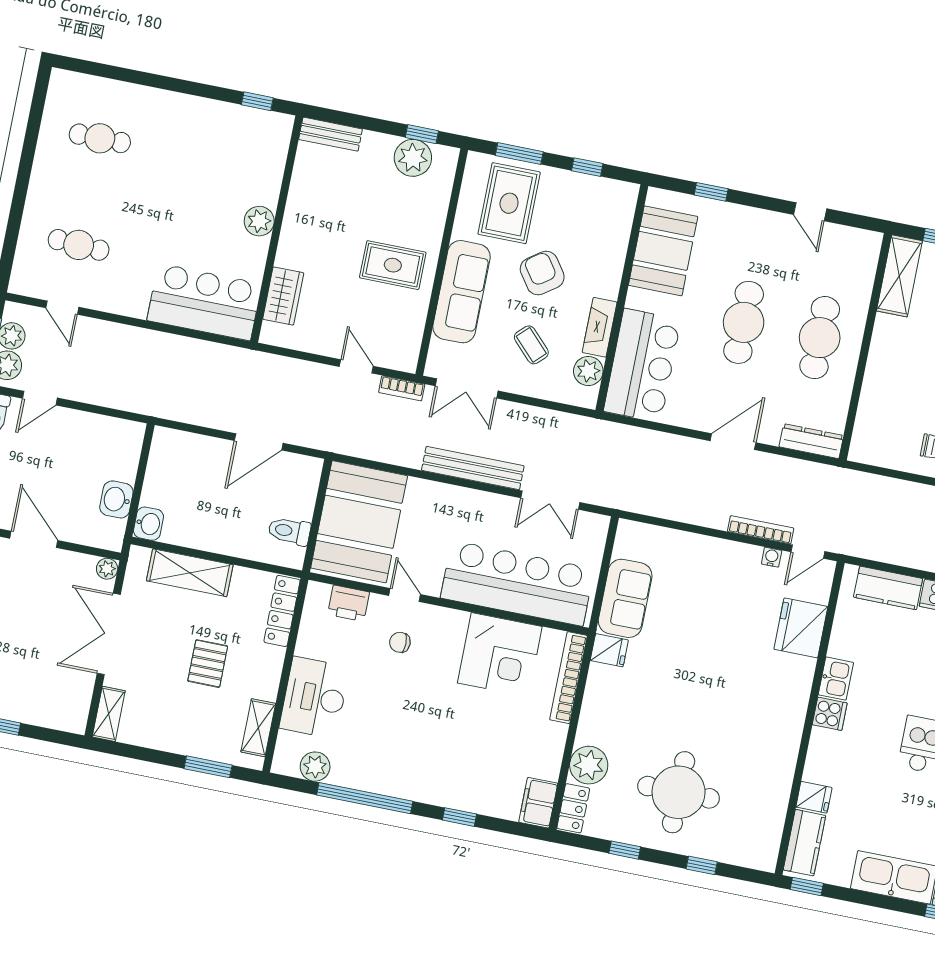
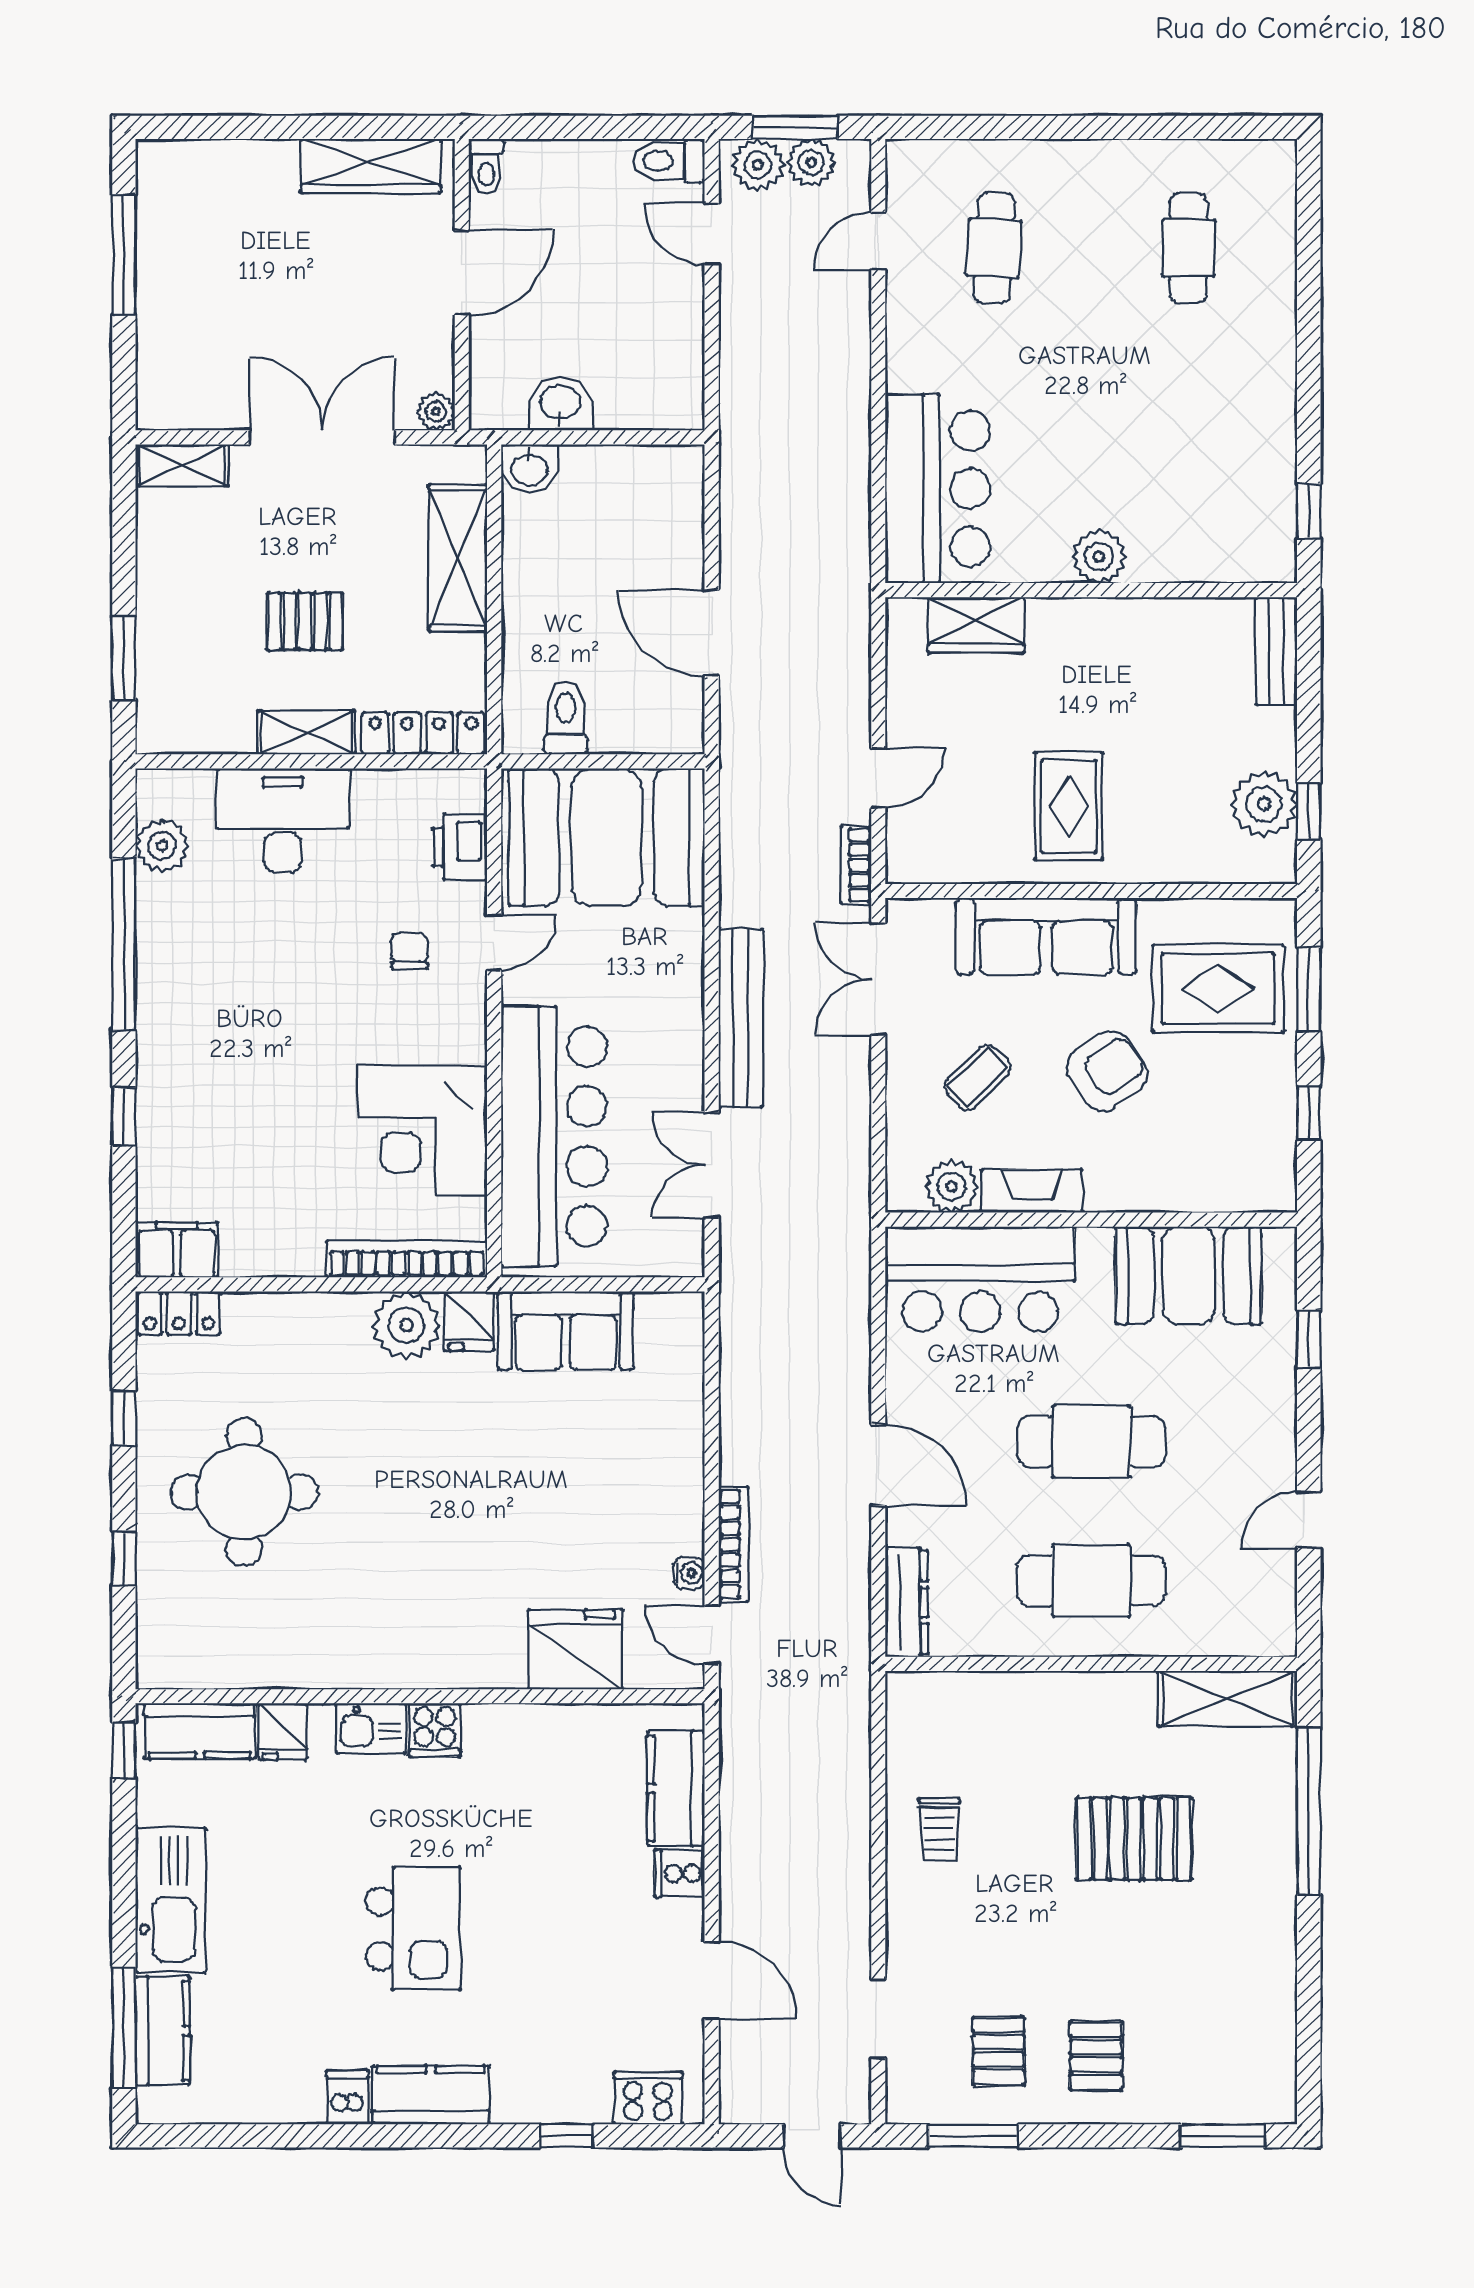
kitchen sink: (836, 679) -> (371, 1728), moved
shelving: (258, 728) -> (307, 732), moved
plant: (589, 765) -> (406, 1325), moved

